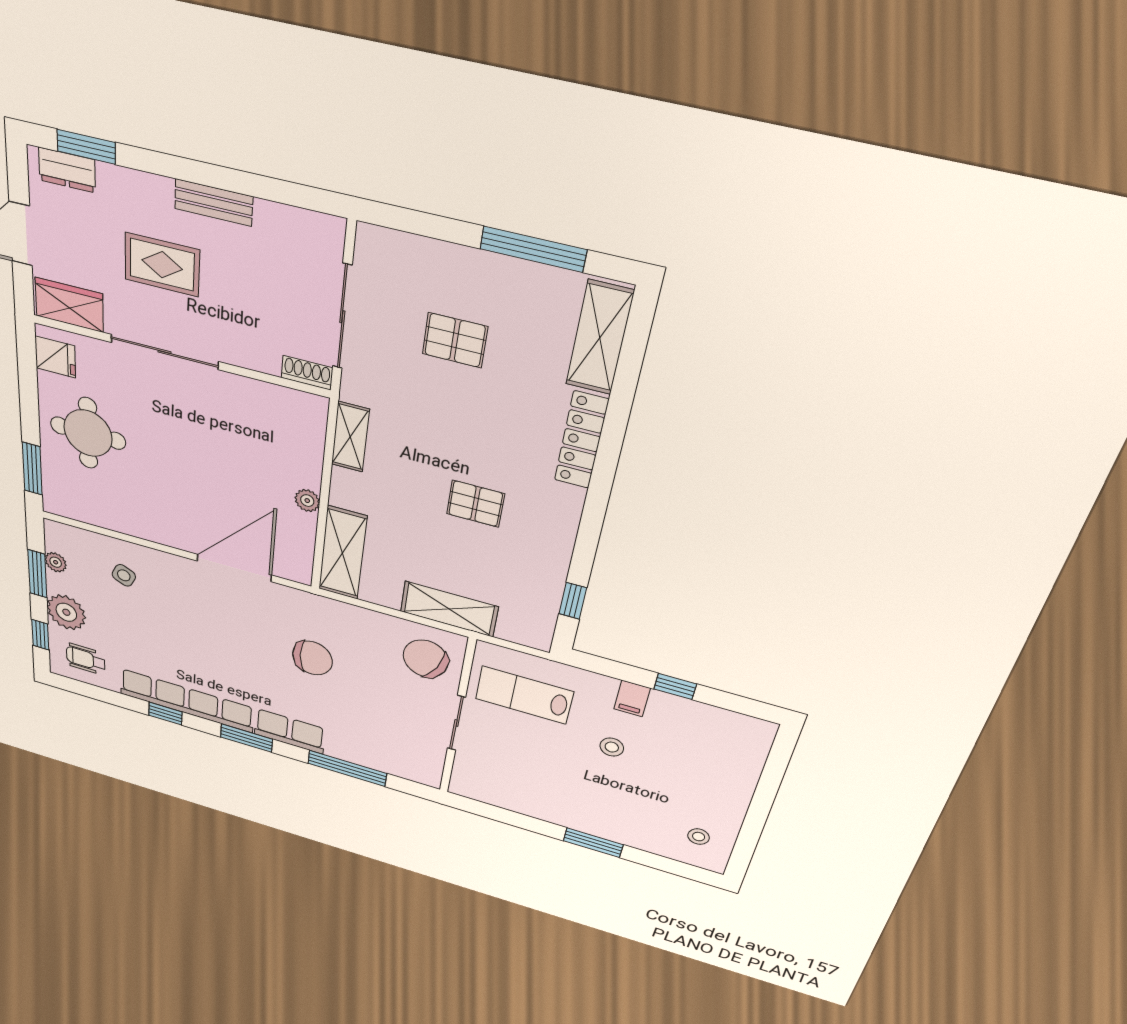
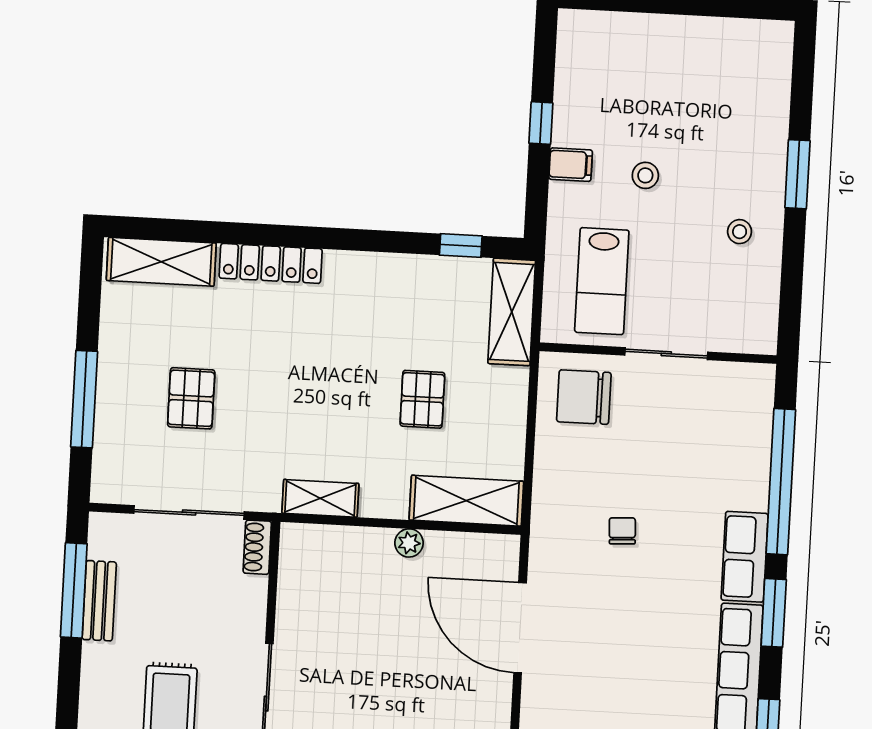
window: (269, 189) -> (74, 590), added
bench: (214, 203) -> (99, 601), moved
window: (533, 249) -> (84, 399), moved
pallet: (475, 504) -> (422, 399), moved
shelving: (449, 609) -> (512, 312), moved
chair: (312, 658) -> (622, 531), width x0.54, depth x0.54
chair: (426, 659) -> (584, 397), turned 64
window: (347, 768) -> (781, 482), width x1.46
stool: (699, 837) -> (740, 232), moved

